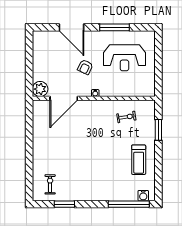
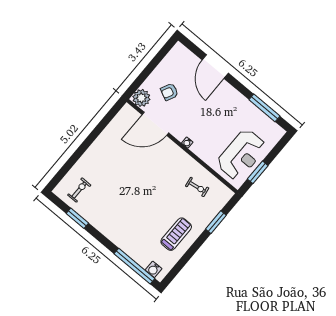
window: (115, 27) -> (264, 108), moved
reception desk: (124, 58) -> (242, 155), moved, turned -90
armchair: (85, 67) -> (169, 92), moved
window: (158, 74) -> (258, 172), added
treadmill: (139, 160) -> (176, 234), turned 180

